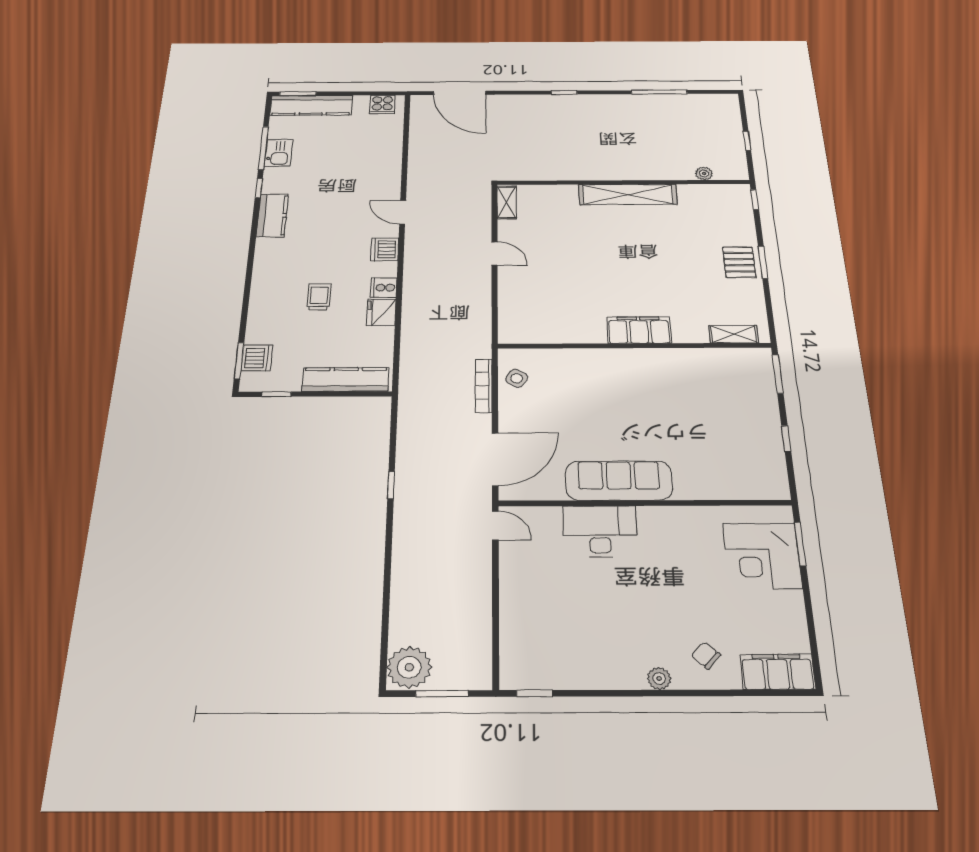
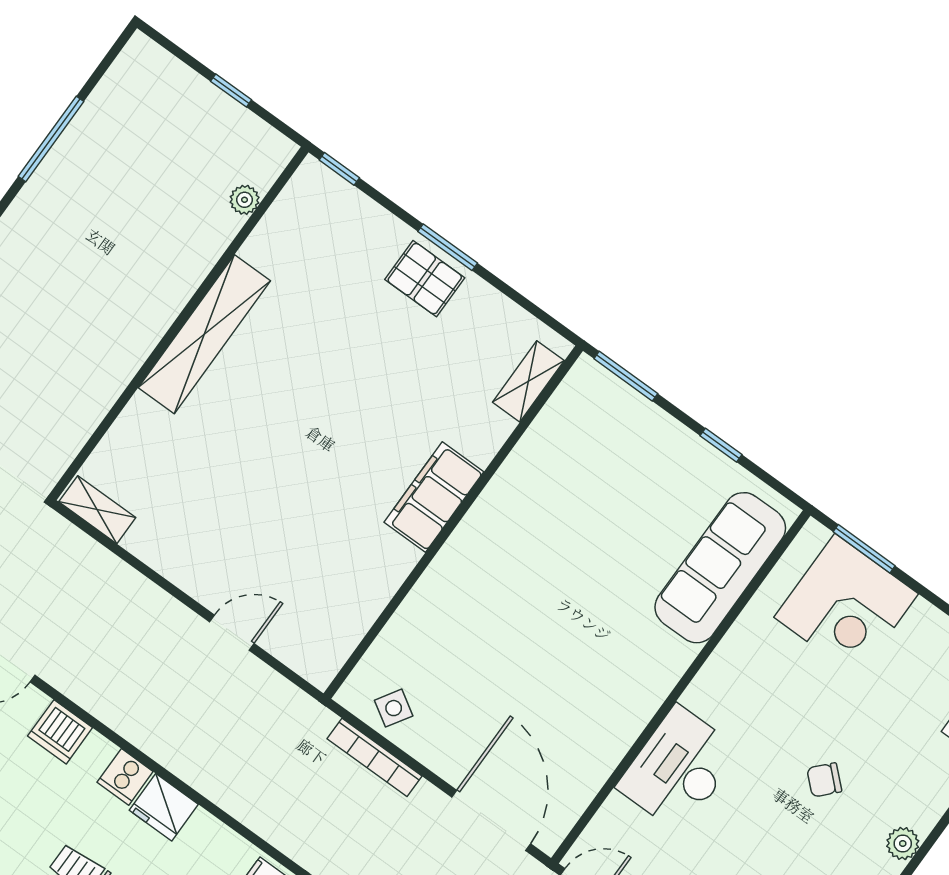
door: (495, 253) -> (232, 633), moved
sofa: (619, 481) -> (720, 568), moved
chair: (706, 655) -> (824, 780), moved

